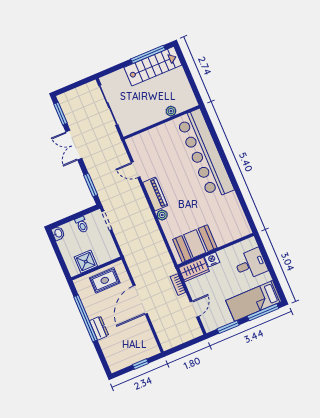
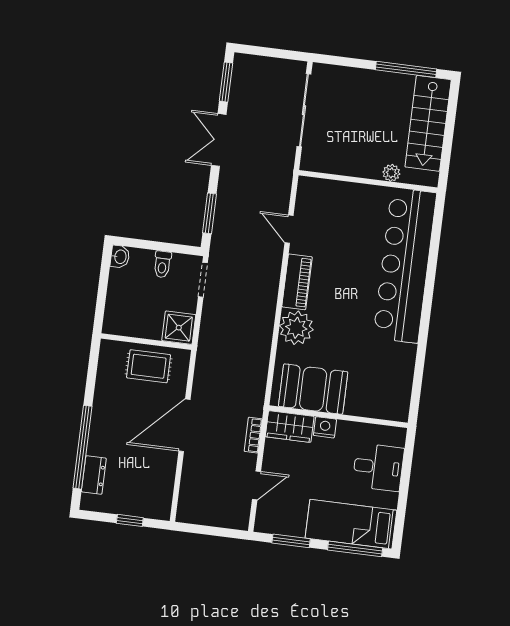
stairs: (153, 66) -> (428, 123), moved, turned 90
plant: (162, 215) -> (296, 328), width x1.88, depth x1.88
shower: (86, 262) -> (179, 328), moved
window: (86, 318) -> (83, 447), moved
dresser: (99, 328) -> (94, 475), moved

